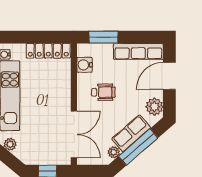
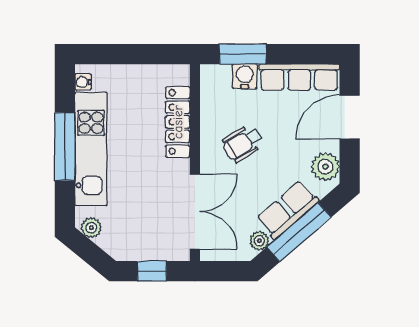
locker: (48, 51) -> (178, 122), moved, turned 90
water cooler: (85, 65) -> (245, 76), moved, turned 90
wheelchair: (103, 92) -> (243, 143), turned 148

